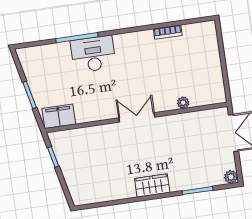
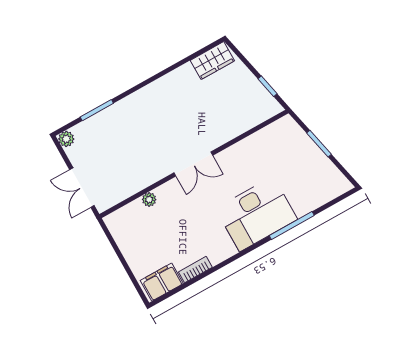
desk: (93, 54) -> (256, 214), width x1.36, depth x1.30
filing cabinet: (59, 116) -> (162, 282), moved, turned 180
wardrobe: (152, 185) -> (212, 61), moved

